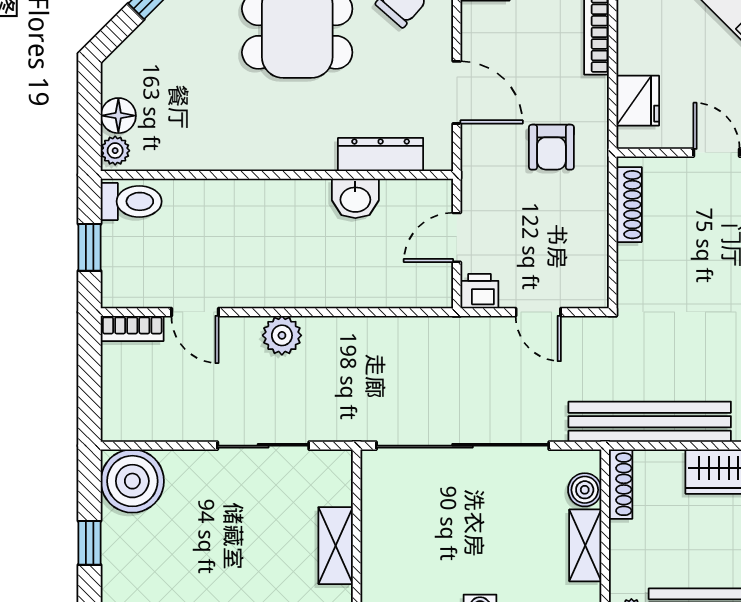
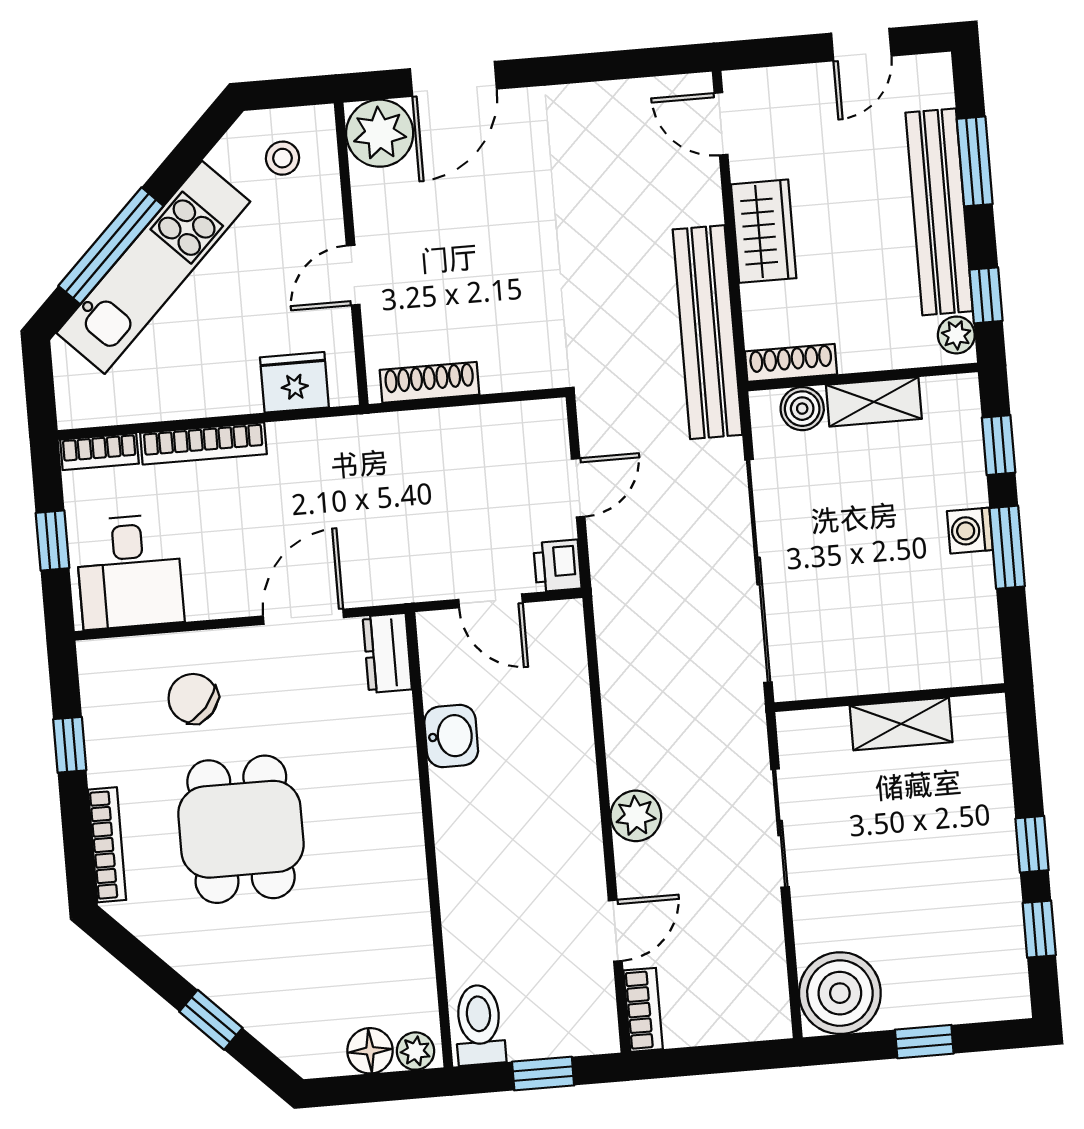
armchair: (551, 147) -> (364, 489), removed
dresser: (381, 155) -> (387, 653), moved, width x0.70

